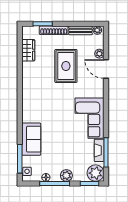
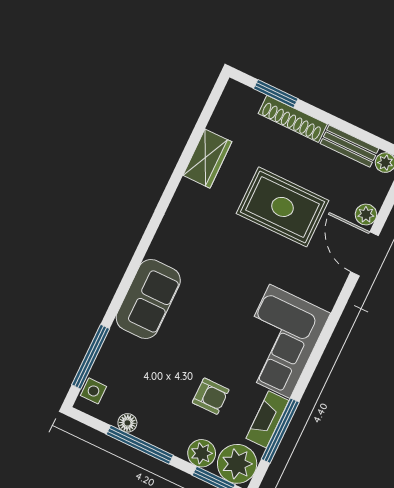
wardrobe: (28, 50) -> (207, 159), moved
rug: (66, 66) -> (283, 207), turned 90
sofa: (31, 139) -> (148, 299), moved
armchair: (73, 152) -> (211, 396), added
plant: (66, 175) -> (202, 453), moved

